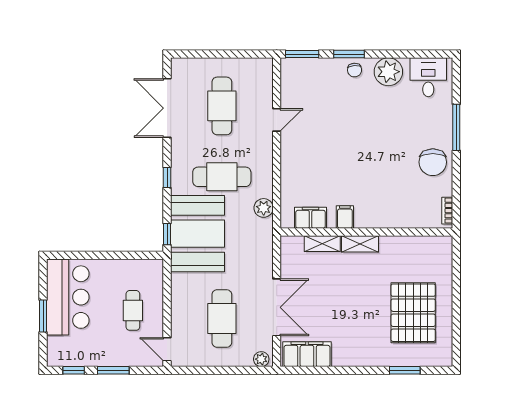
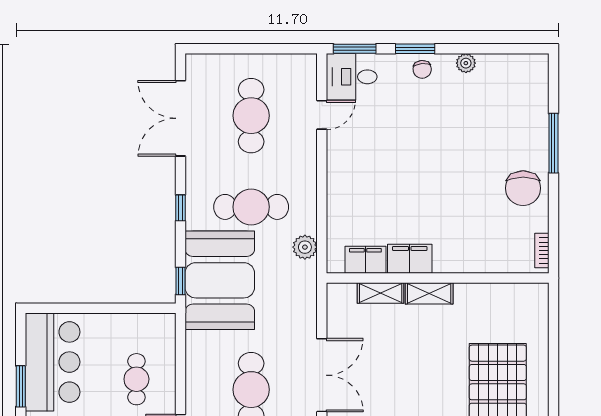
plant: (388, 72) -> (466, 63), width x0.53, depth x0.53
desk: (428, 77) -> (352, 77), moved, turned -90
door: (277, 120) -> (322, 115), moved
filing cabinet: (345, 217) -> (410, 259), width x2.00

